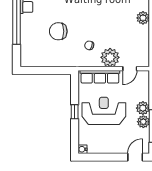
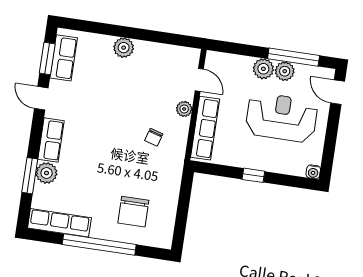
chair: (58, 31) -> (133, 212), moved
plant: (110, 57) -> (184, 109), width x0.53, depth x0.53
reception desk: (104, 111) -> (281, 117), moved, turned 90

